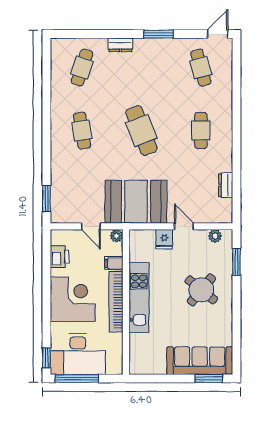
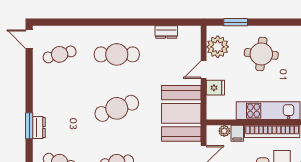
window: (158, 34) -> (29, 126), moved
cafe table: (201, 131) -> (117, 54), width x1.37, depth x1.35
plant: (117, 236) -> (224, 131), moved
plant: (215, 236) -> (218, 47), width x1.88, depth x1.88
round table: (201, 290) -> (261, 54), turned -33

